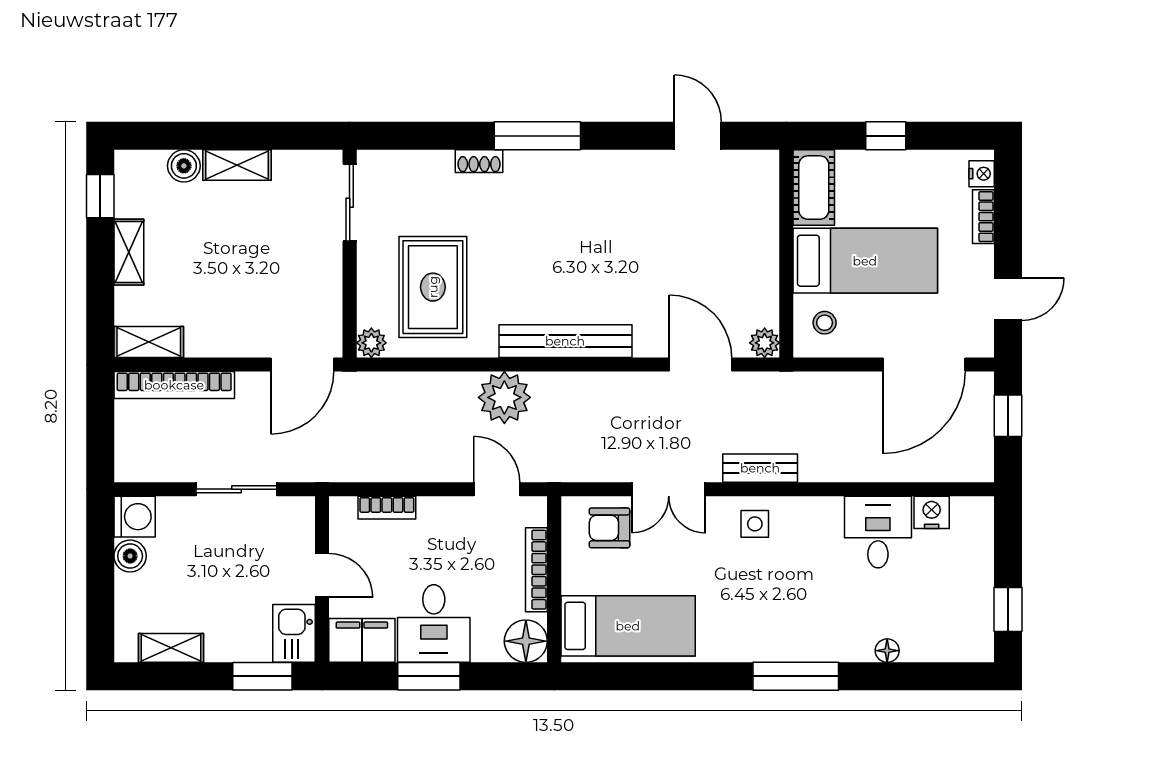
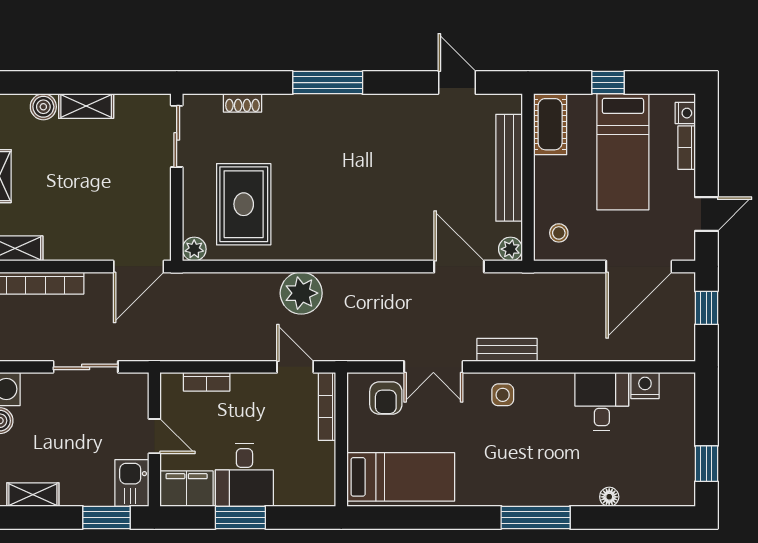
shoe rack: (479, 161) -> (243, 103), moved
bed: (865, 261) -> (623, 152), moved, turned 90
bench: (565, 341) -> (509, 168), moved, turned 90
armchair: (610, 528) -> (386, 398), turned -90
bookcase: (536, 570) -> (327, 406), moved
floor lamp: (526, 641) -> (318, 489), removed

